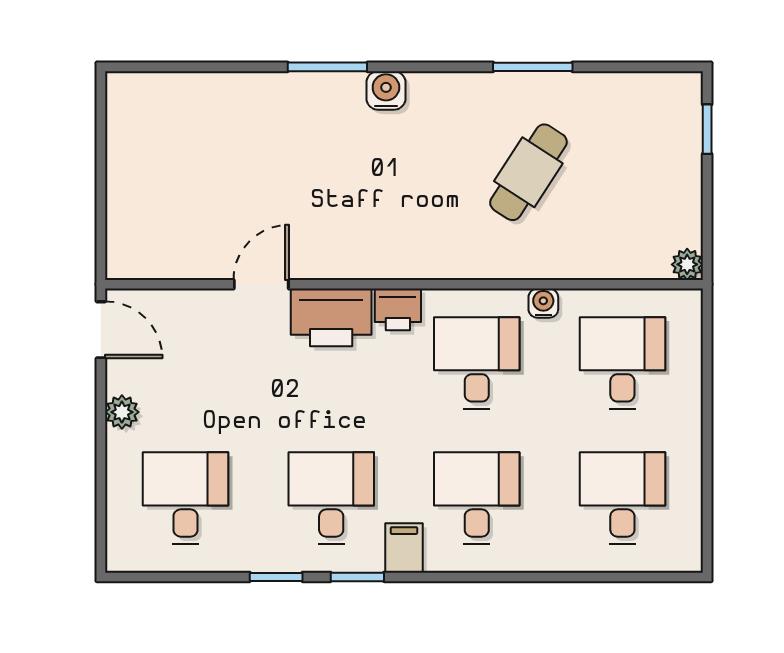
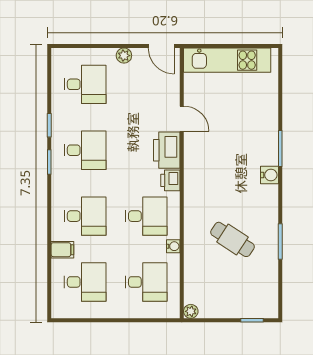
kitchen unit: (132, 184) -> (227, 60), added
door: (101, 330) -> (161, 46), hinge flipped
filing cabinet: (404, 548) -> (62, 250), moved

